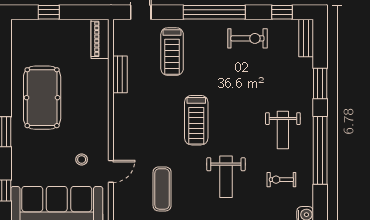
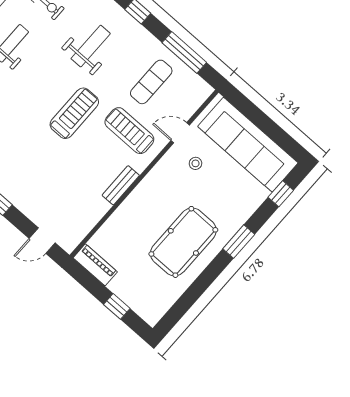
piano: (100, 39) -> (95, 265), moved, turned -90
treadmill: (172, 52) -> (129, 131), moved, turned -90
bench: (120, 74) -> (121, 185), moved

